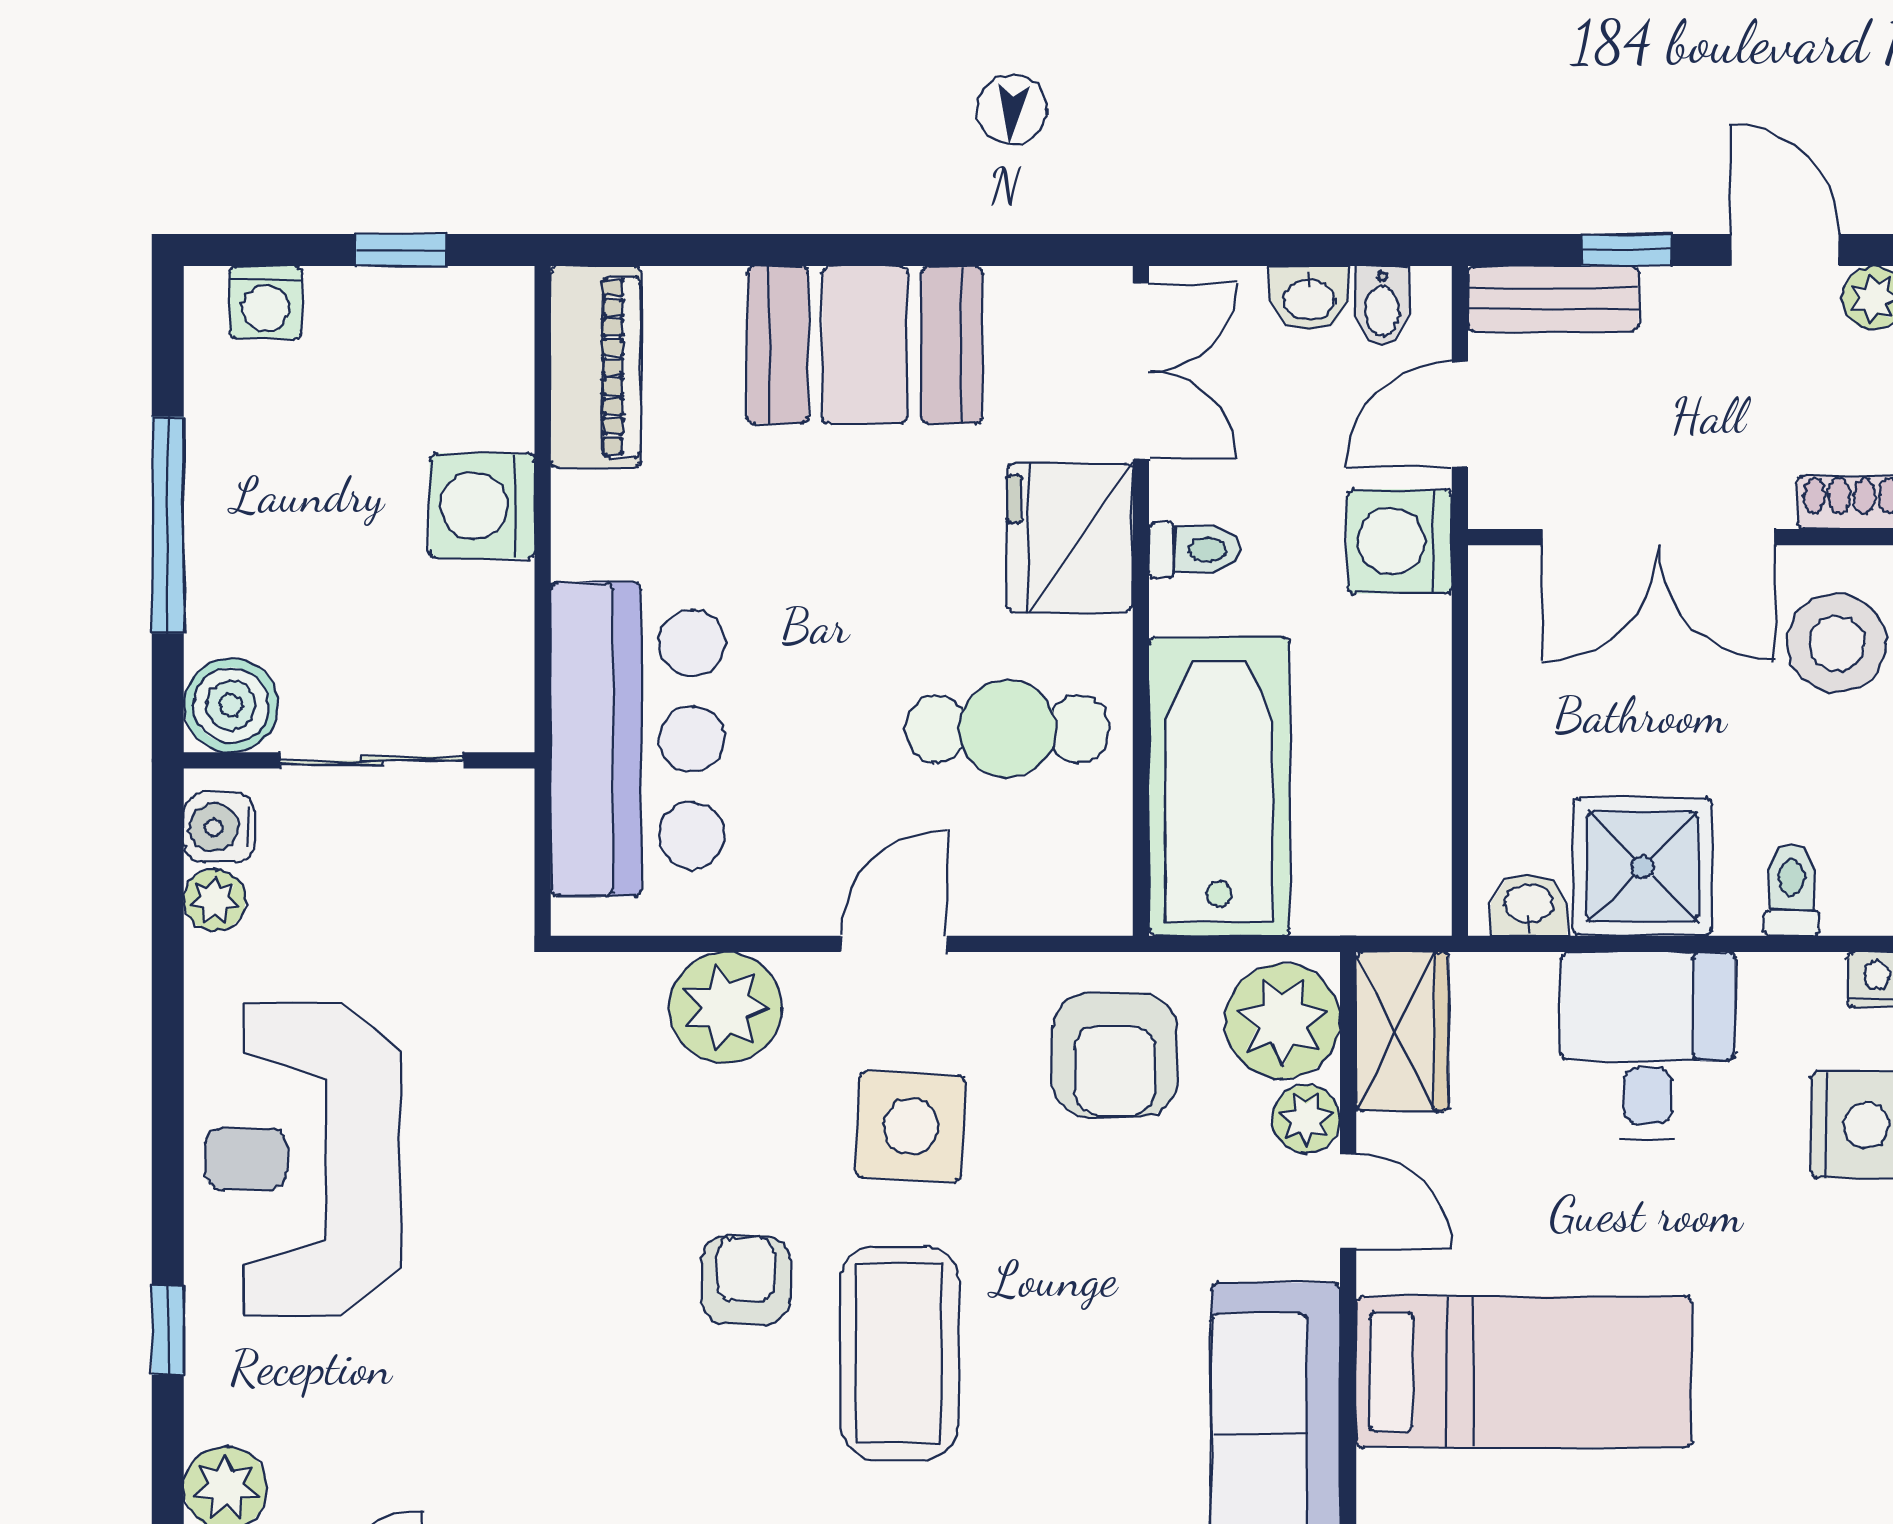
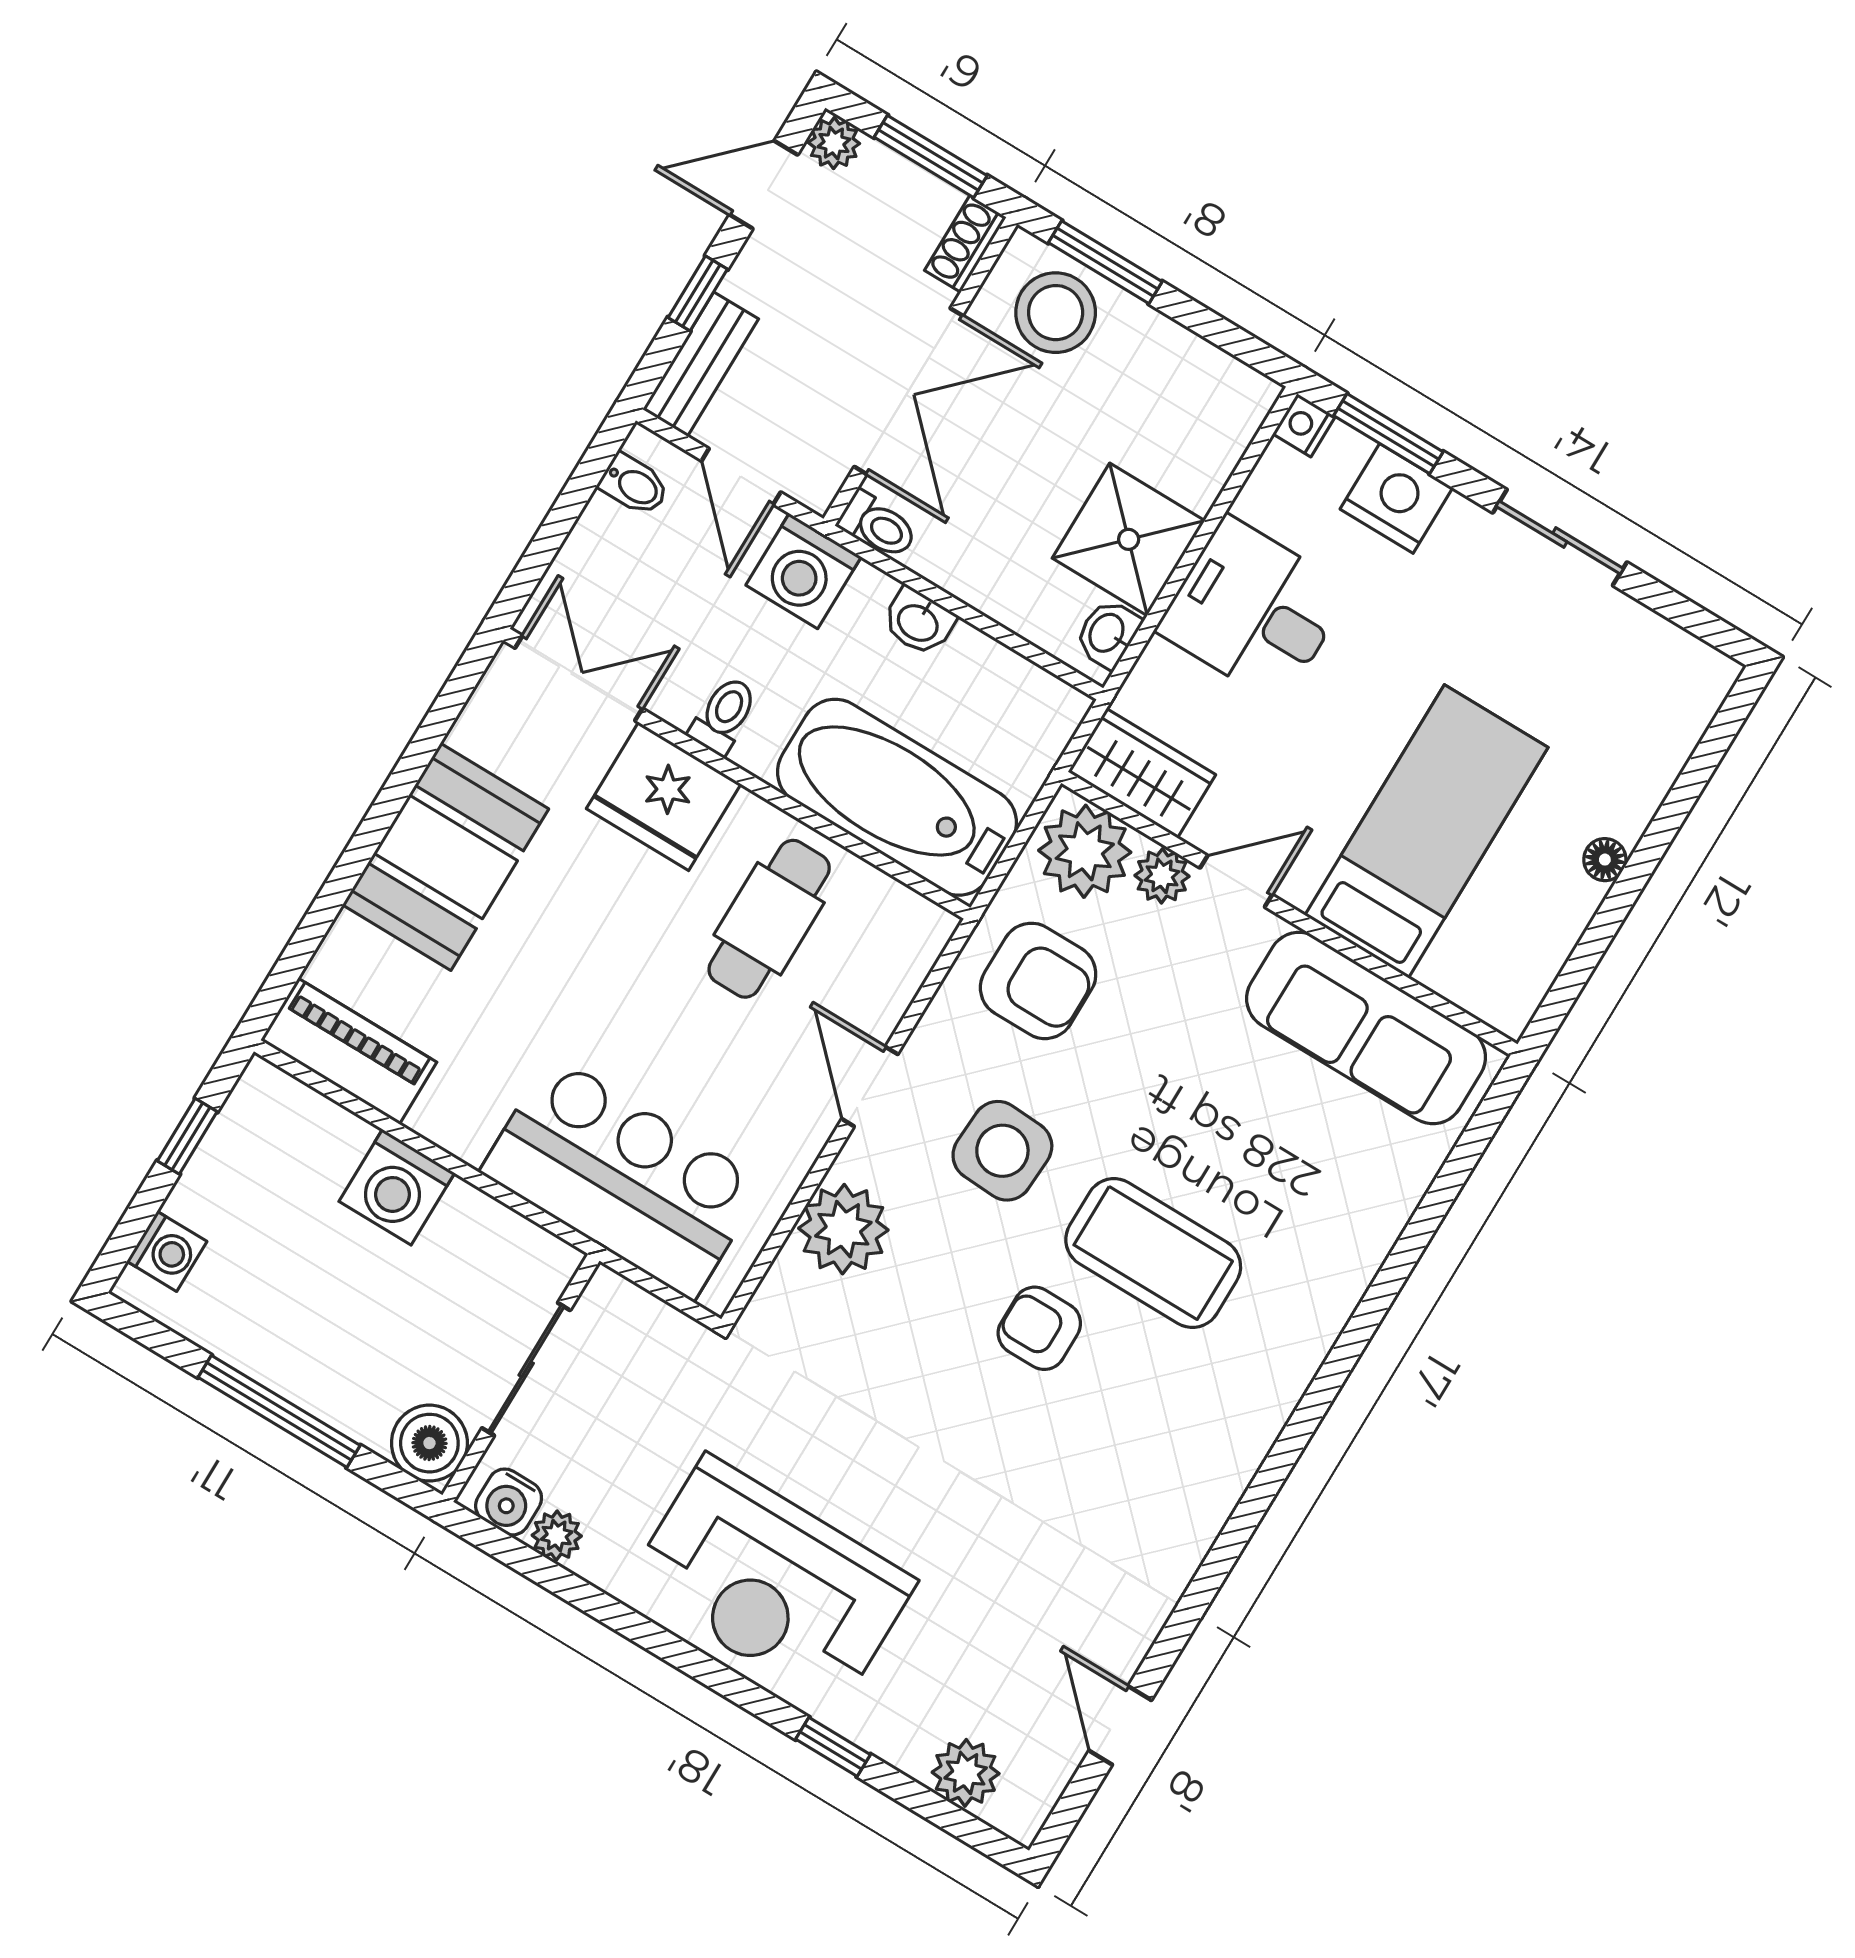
washbasin: (1309, 298) -> (919, 622), moved, turned 90
toilet: (1792, 890) -> (878, 525), moved, turned 180

